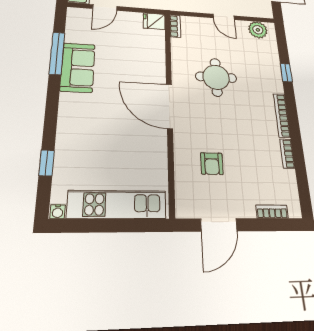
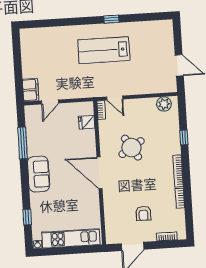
door: (224, 17) -> (115, 98), moved
fridge: (154, 21) -> (87, 122), moved
sofa: (78, 67) -> (39, 174), moved
round table: (216, 77) -> (132, 148), turned -32
armchair: (212, 164) -> (143, 213), moved

